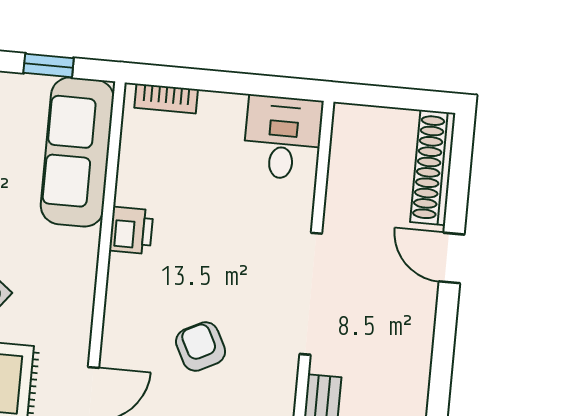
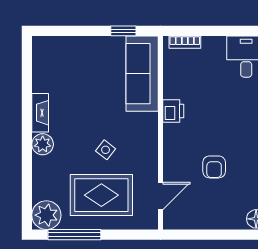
armchair: (201, 347) -> (214, 167), turned -153

